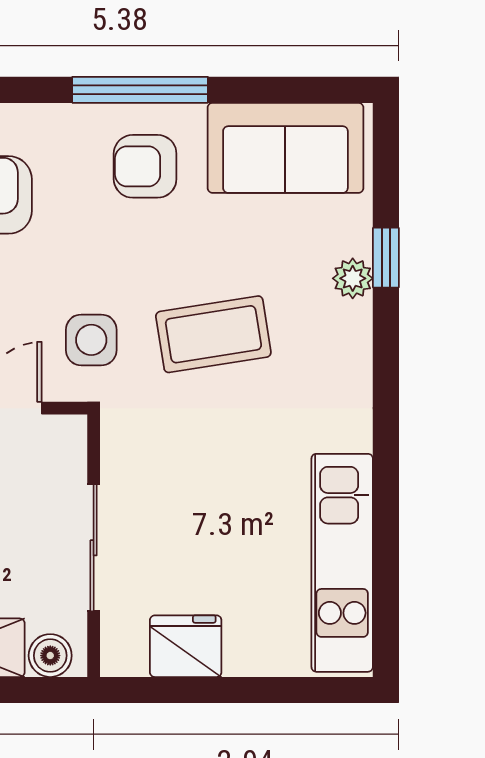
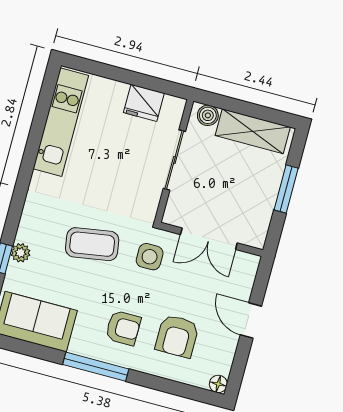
armchair: (145, 166) -> (123, 328), moved

